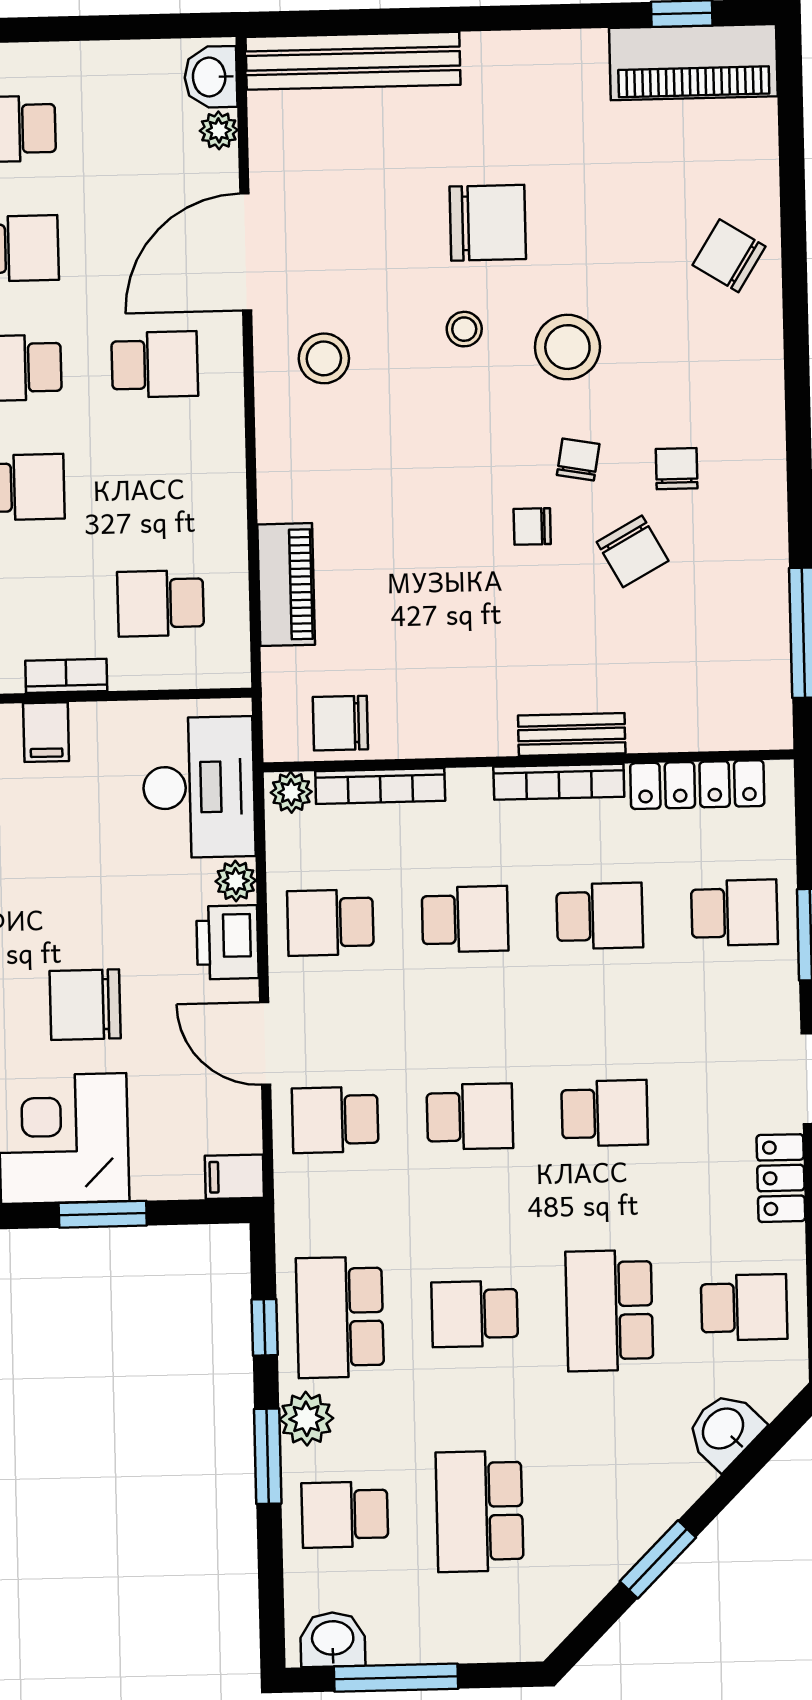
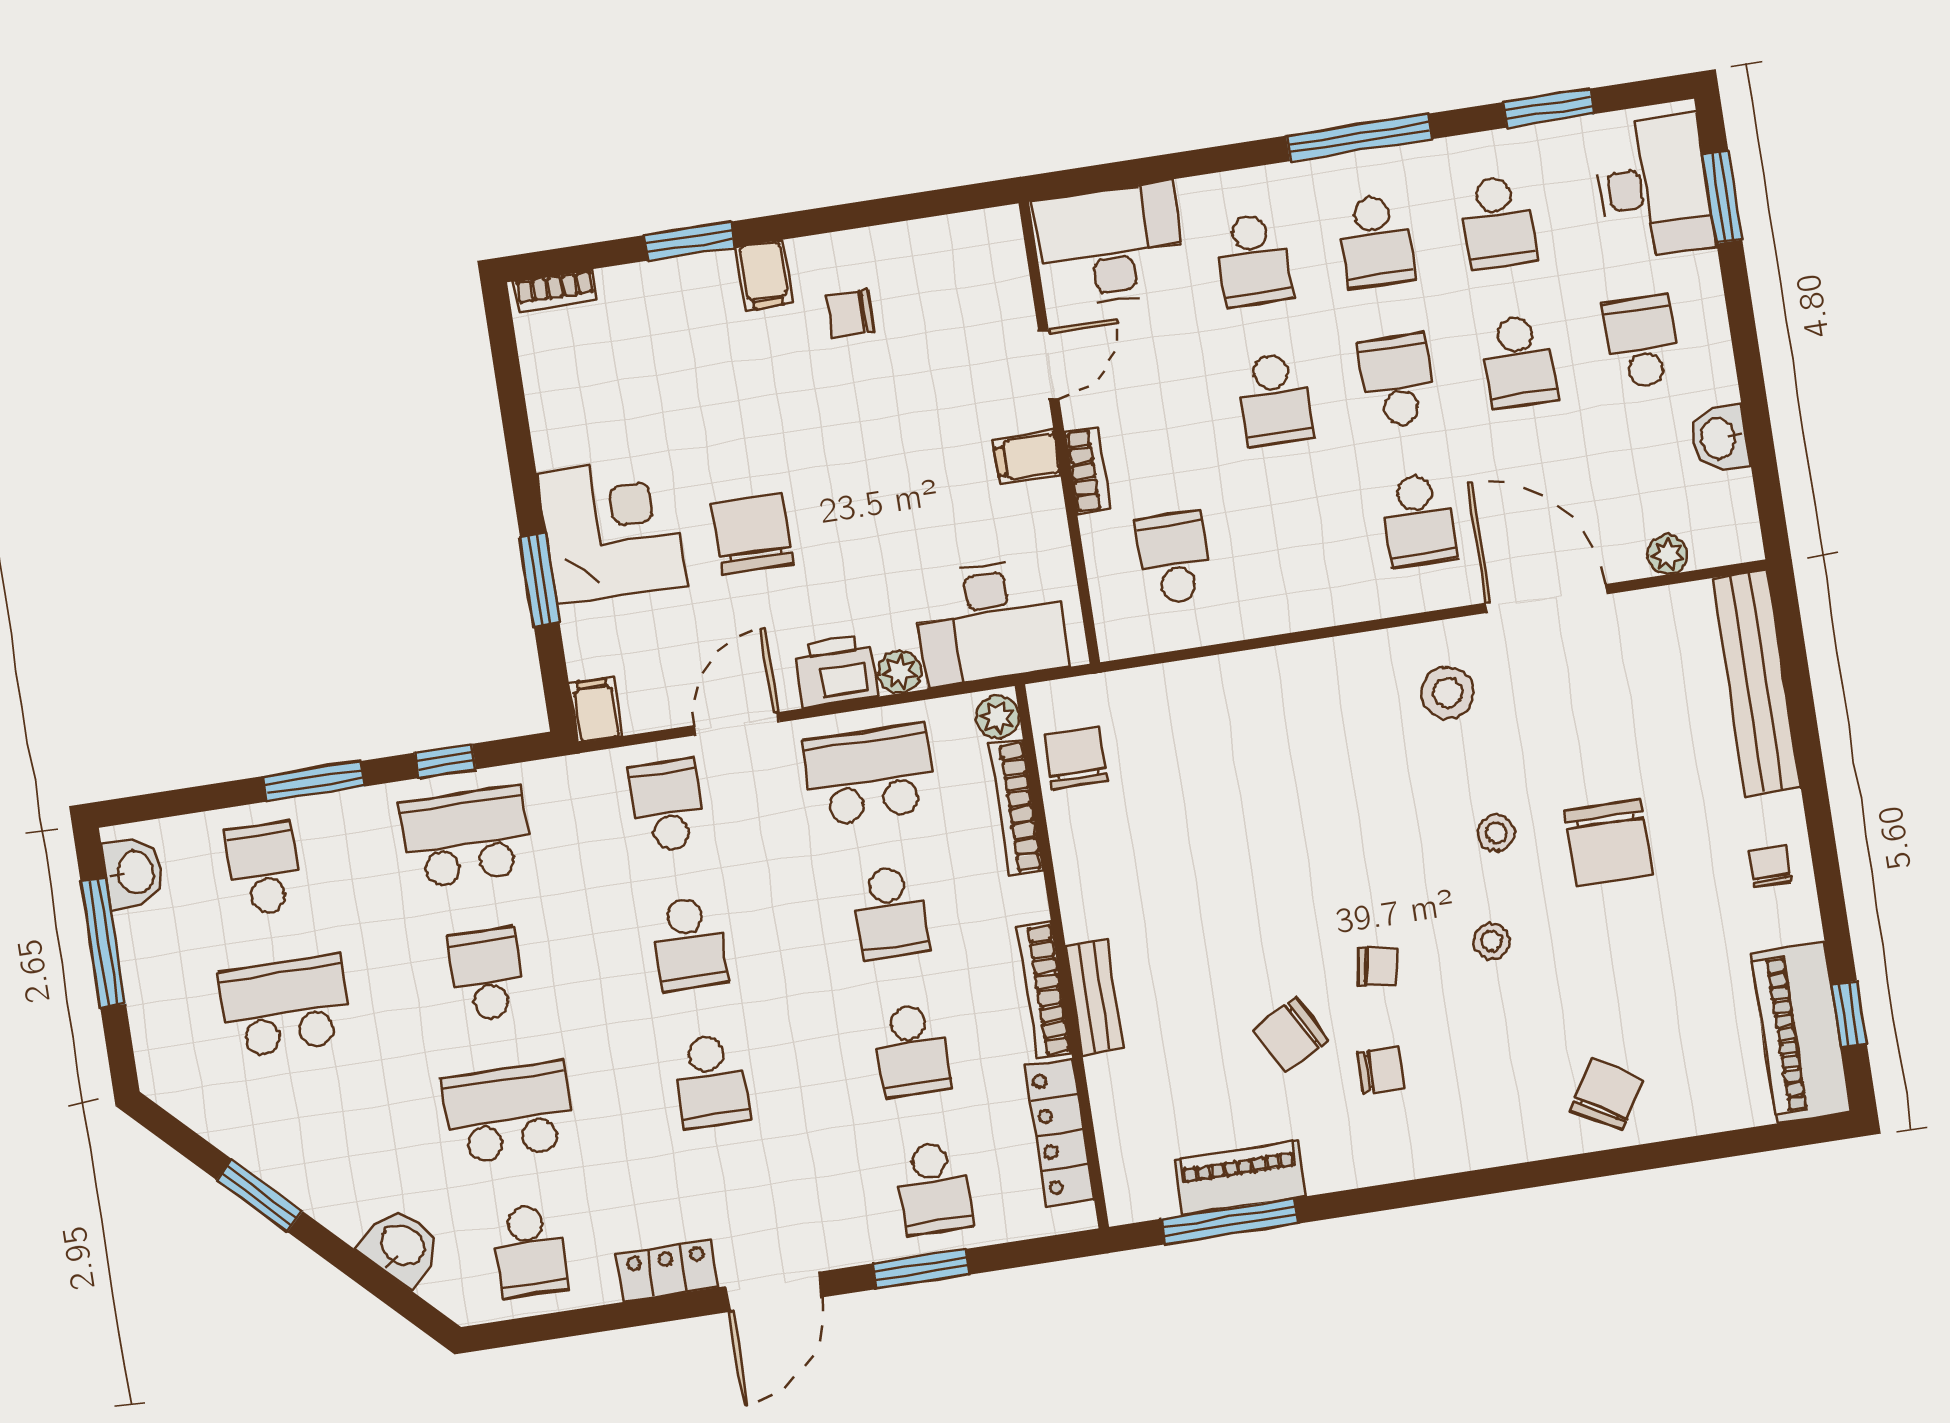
washbasin: (211, 77) -> (1720, 438), moved, turned -90
stool: (567, 347) -> (1492, 941), width x0.53, depth x0.53
chair: (532, 526) -> (1770, 867), moved
piano: (286, 585) -> (1240, 1178), moved, turned 180
school desk: (330, 922) -> (869, 775), width x1.85
plant: (306, 1419) -> (357, 816), removed

